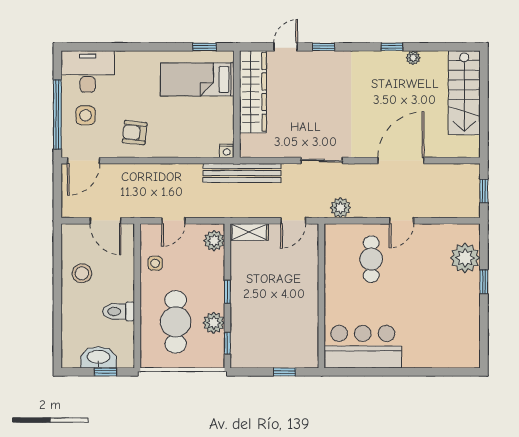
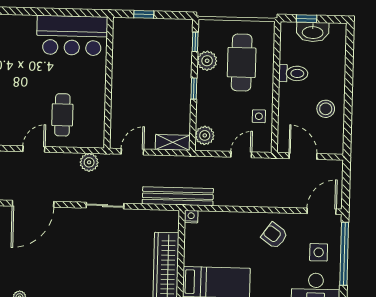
armchair: (135, 133) -> (274, 235), turned -150

